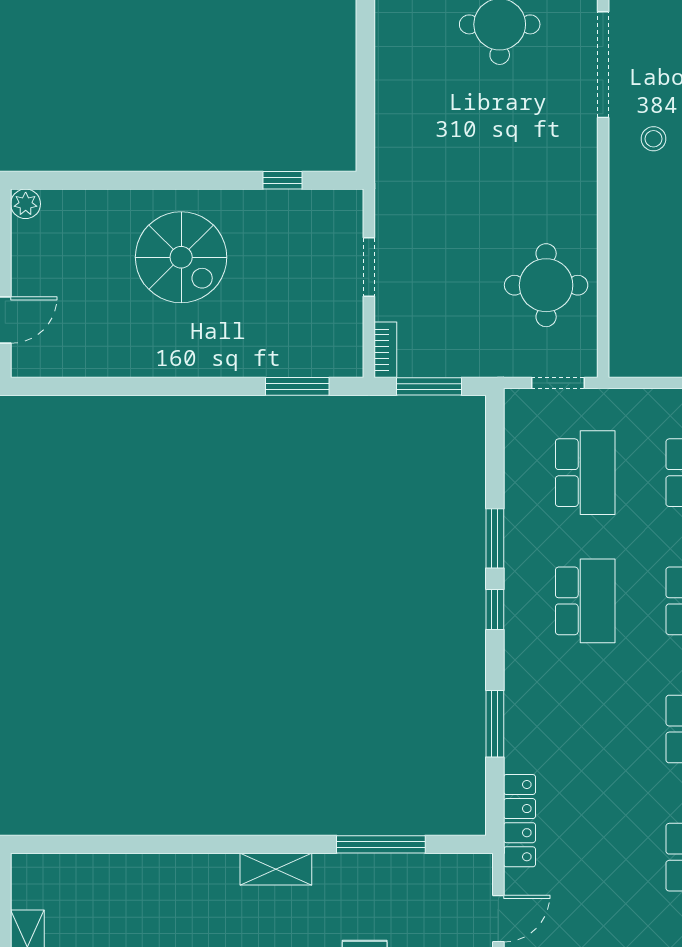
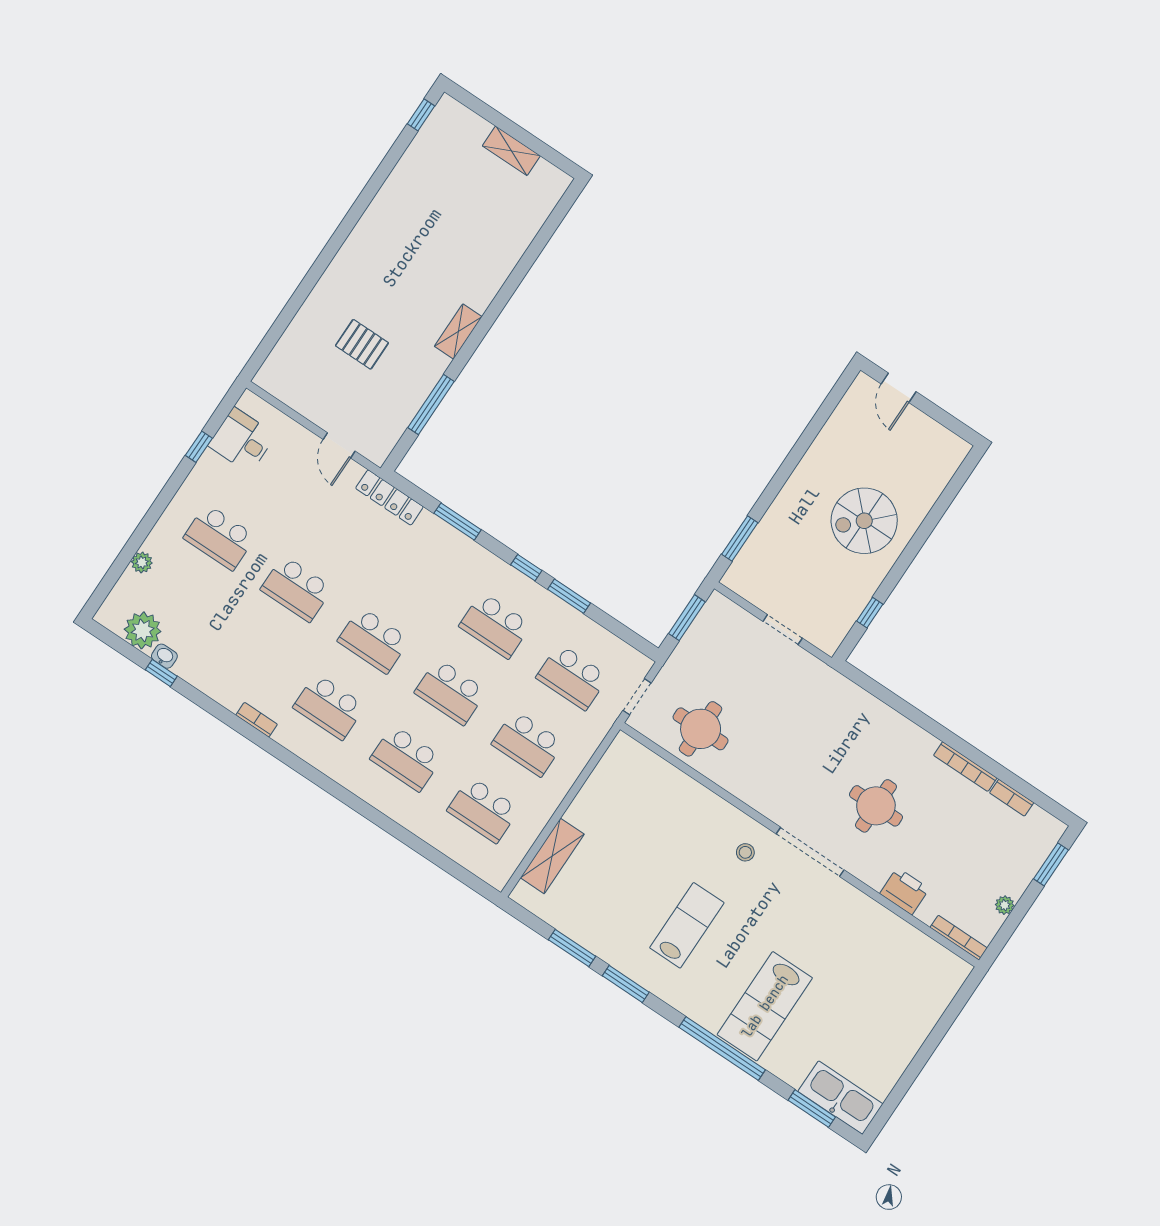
plant: (26, 204) -> (959, 449), removed
bookcase: (385, 350) -> (726, 606), removed

